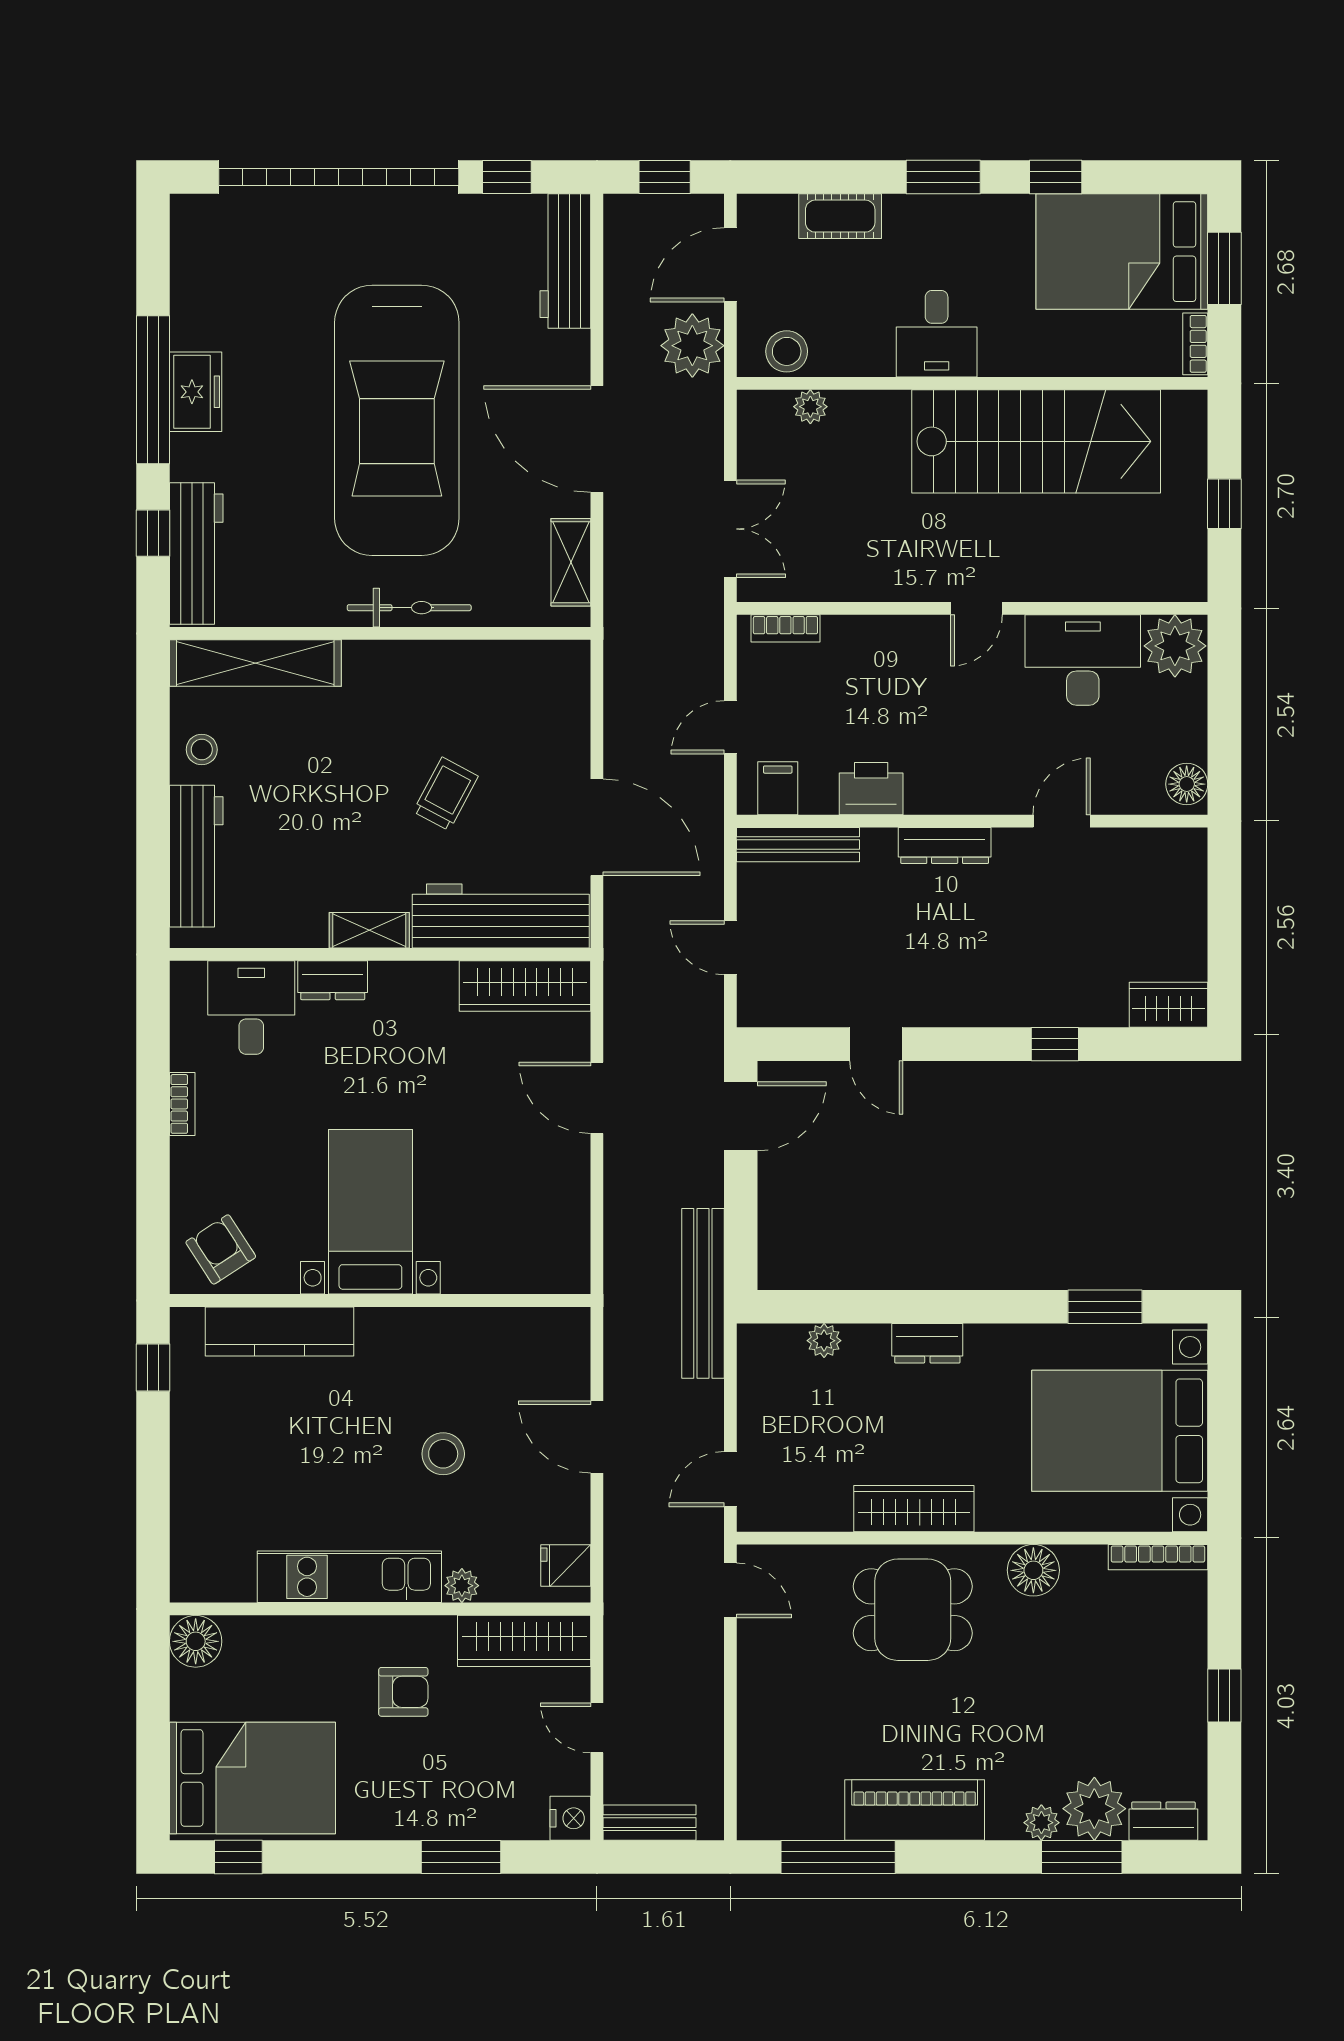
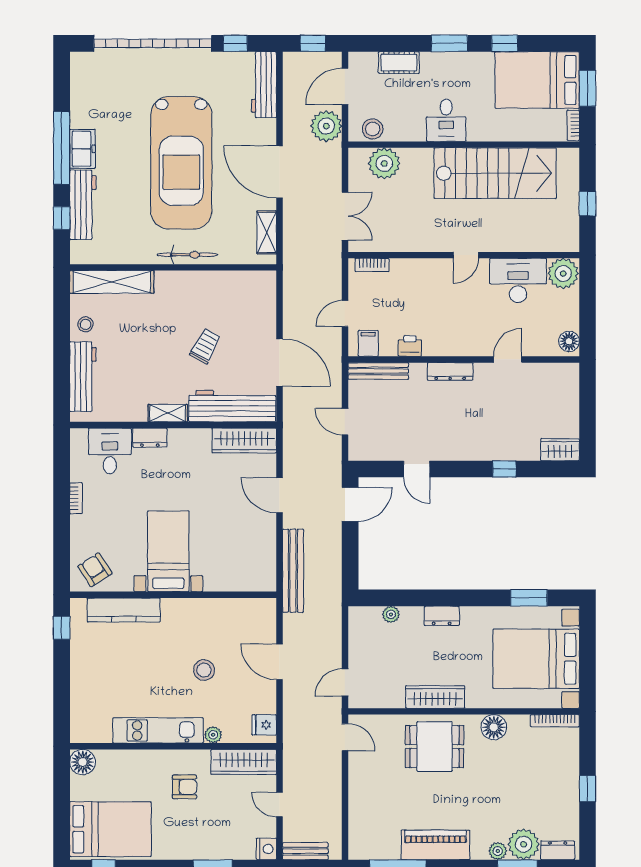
plant: (810, 407) -> (384, 163), width x1.88, depth x1.88
workbench: (196, 554) -> (83, 205), moved
printer: (871, 789) -> (410, 346), width x0.73, depth x0.81
bench: (703, 1293) -> (293, 571), moved

